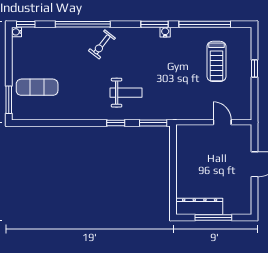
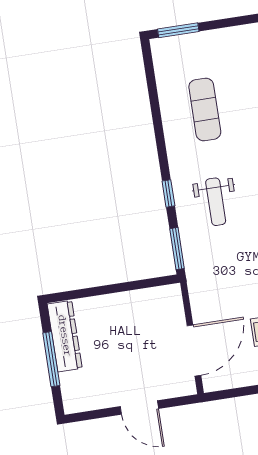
exercise mat: (37, 87) -> (205, 109), moved
door: (222, 122) -> (194, 351), width x1.88

